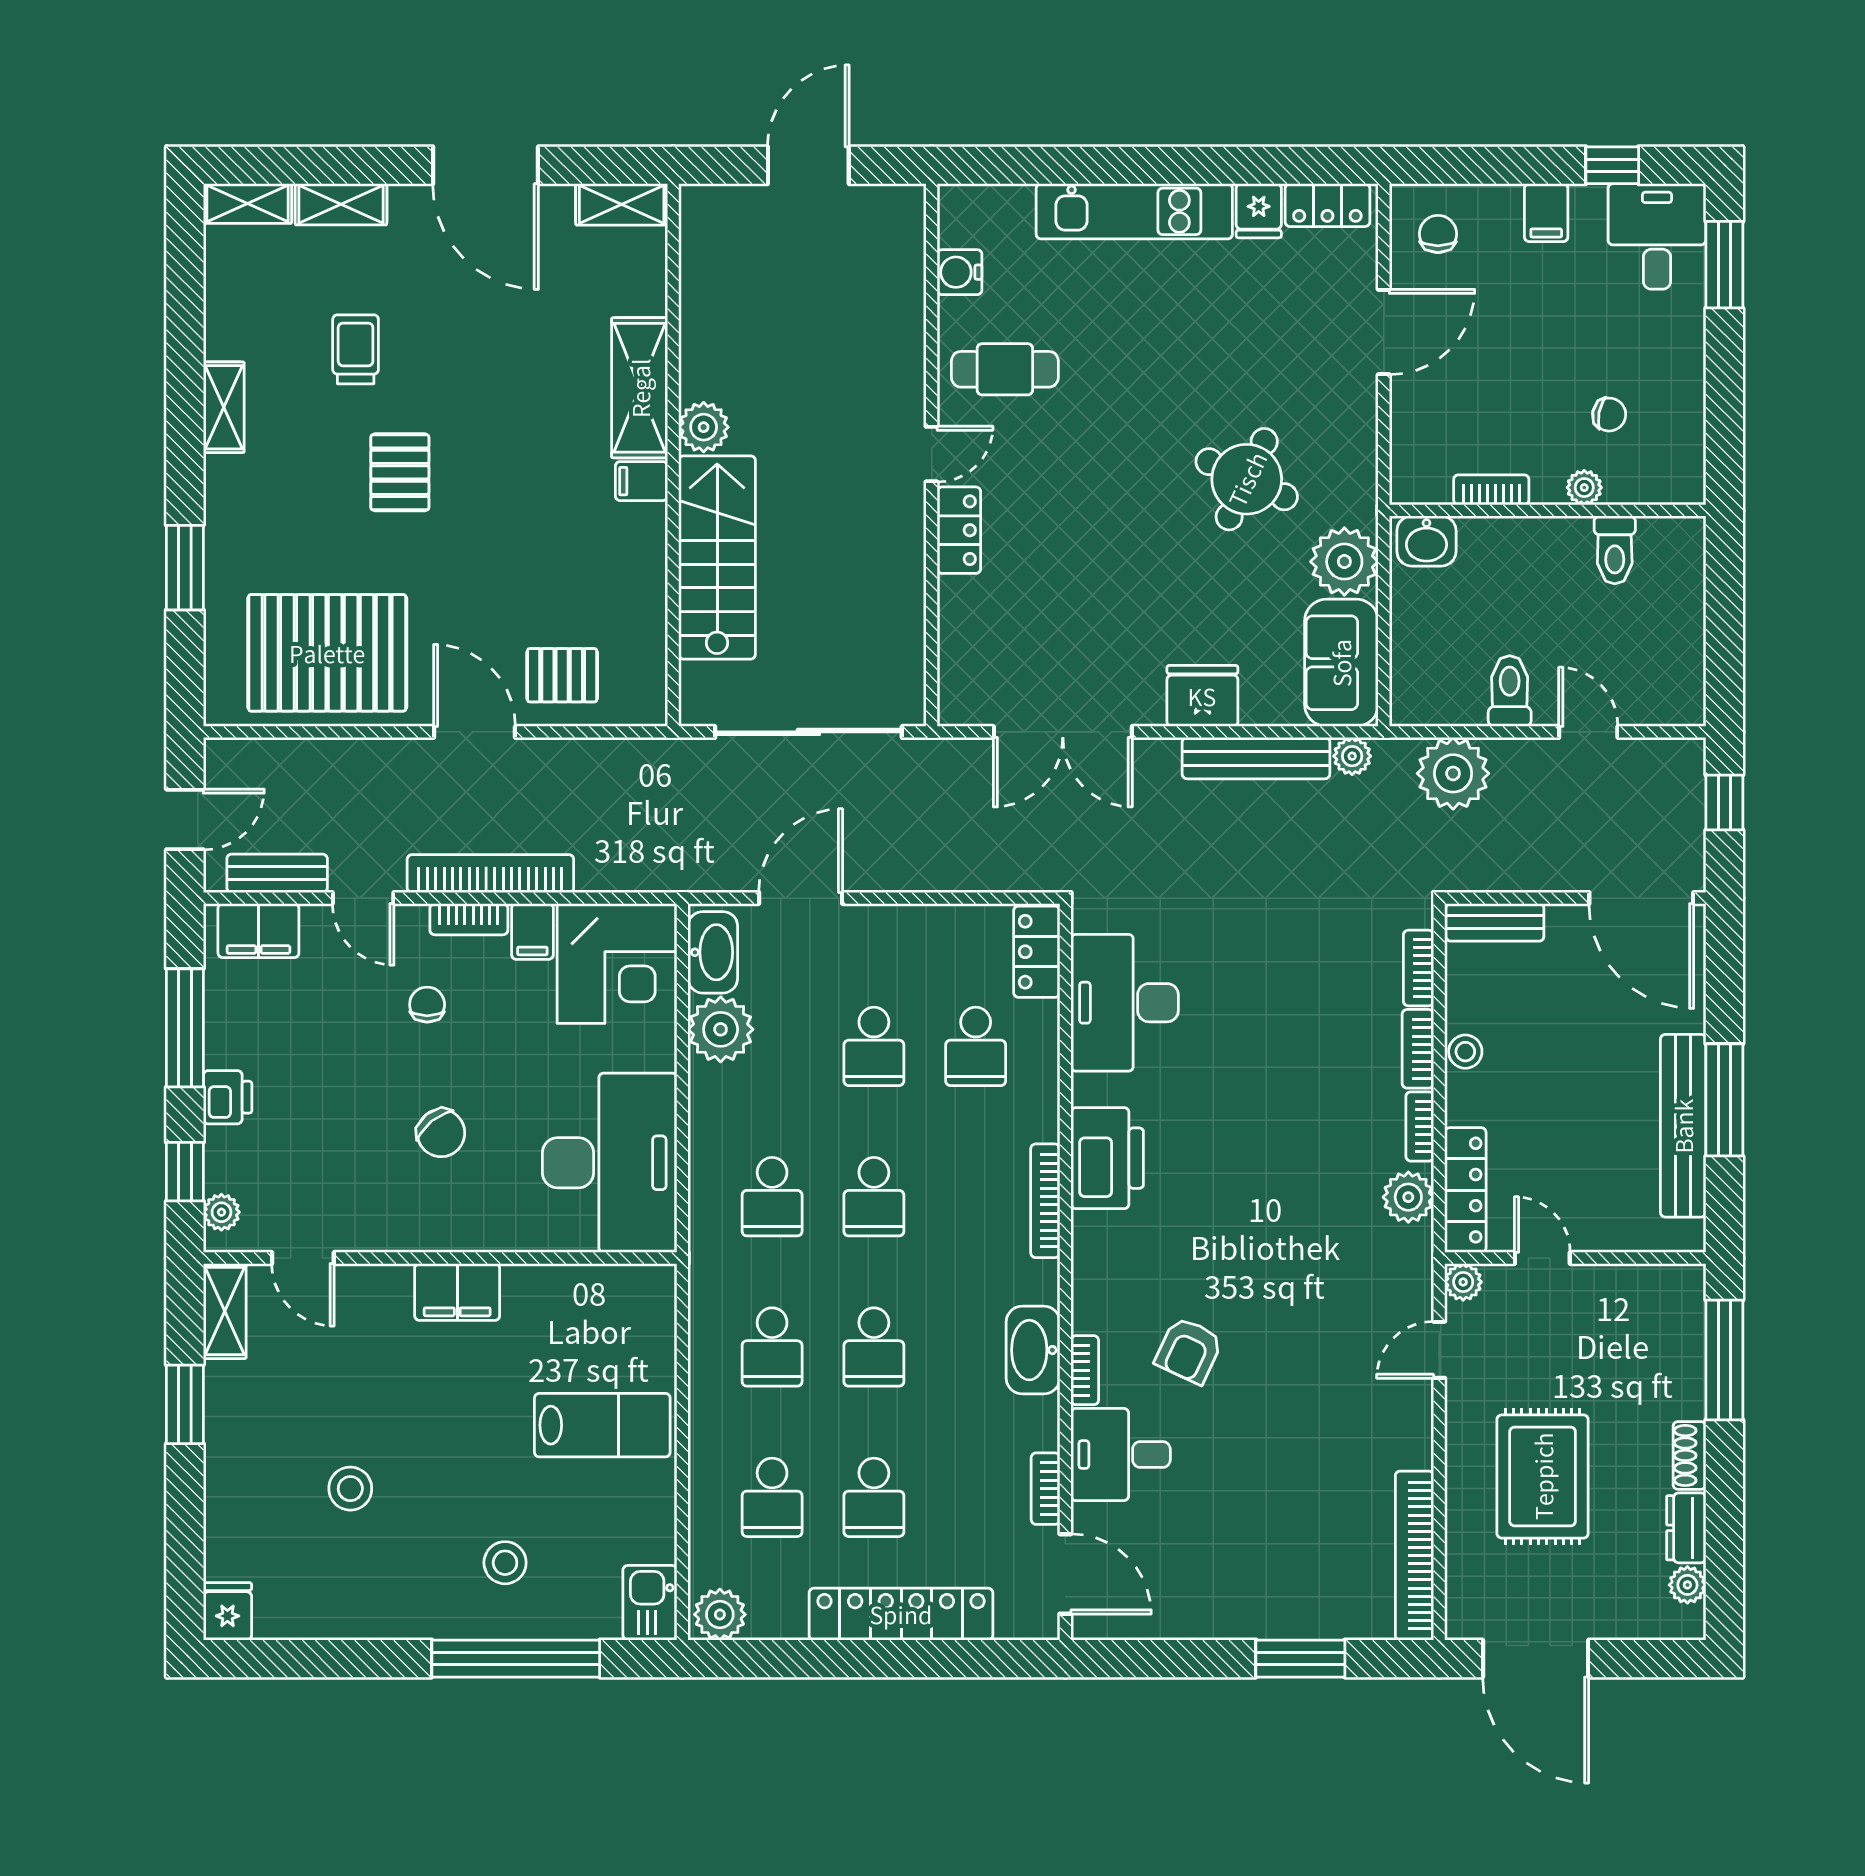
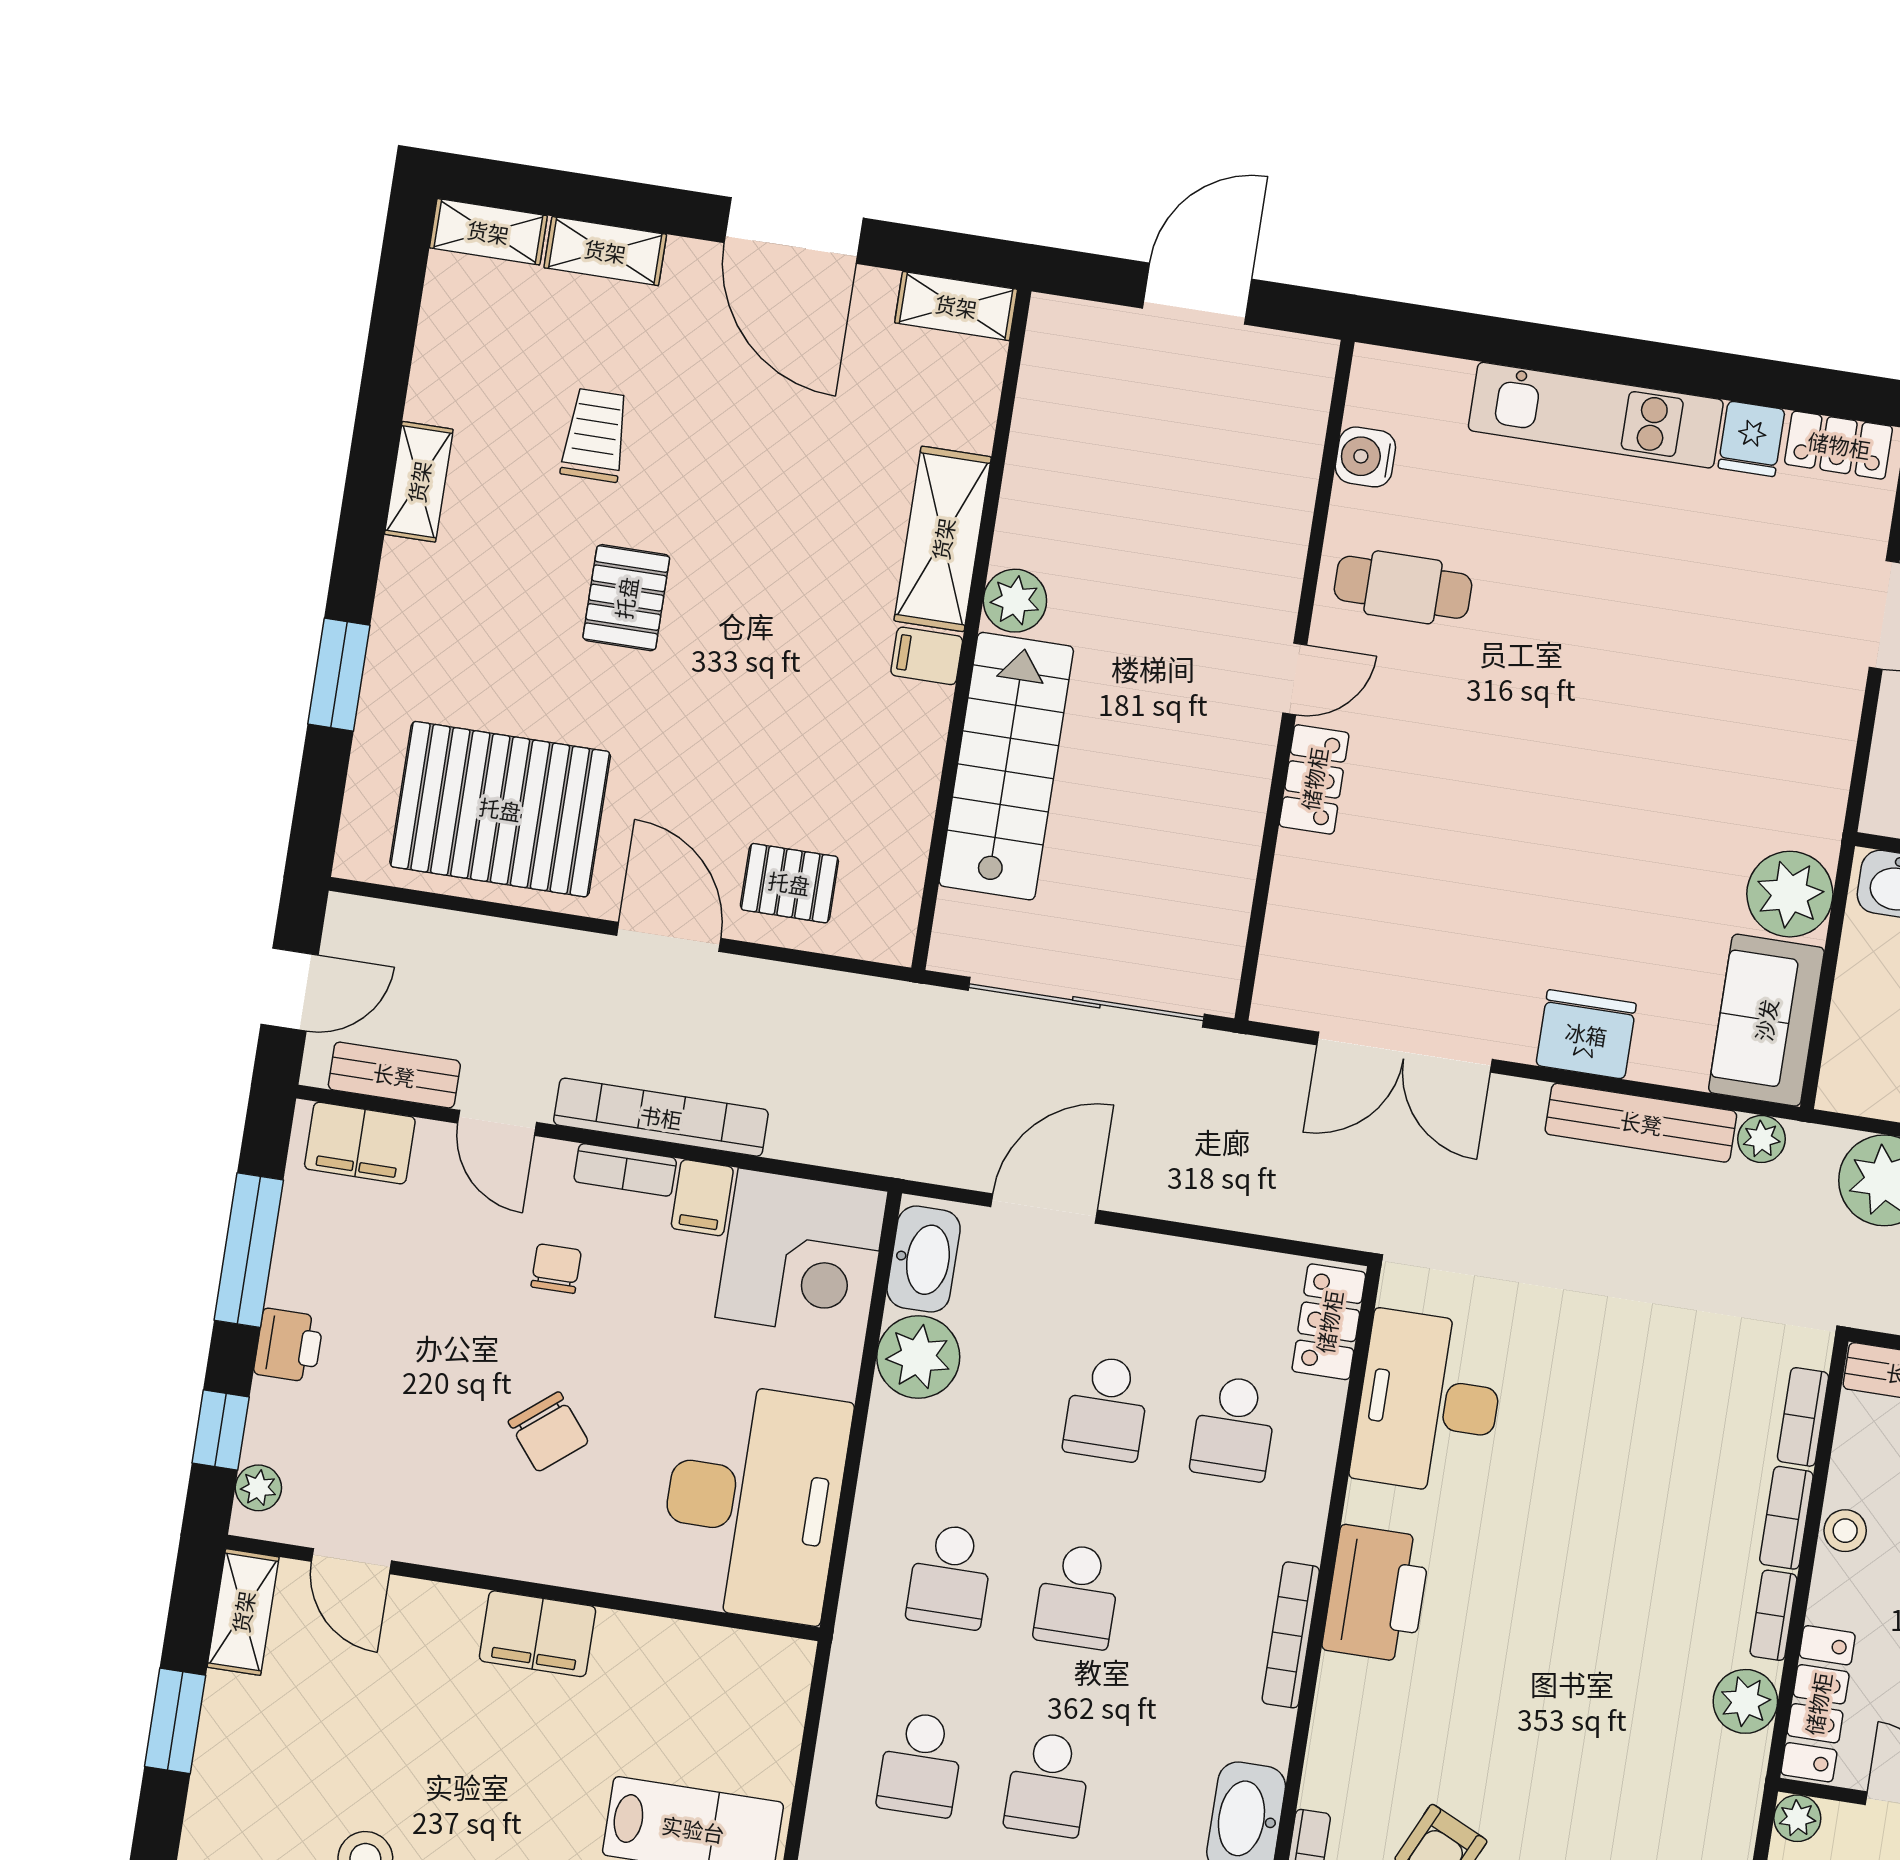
round table: (1247, 479) -> (1684, 772), removed

